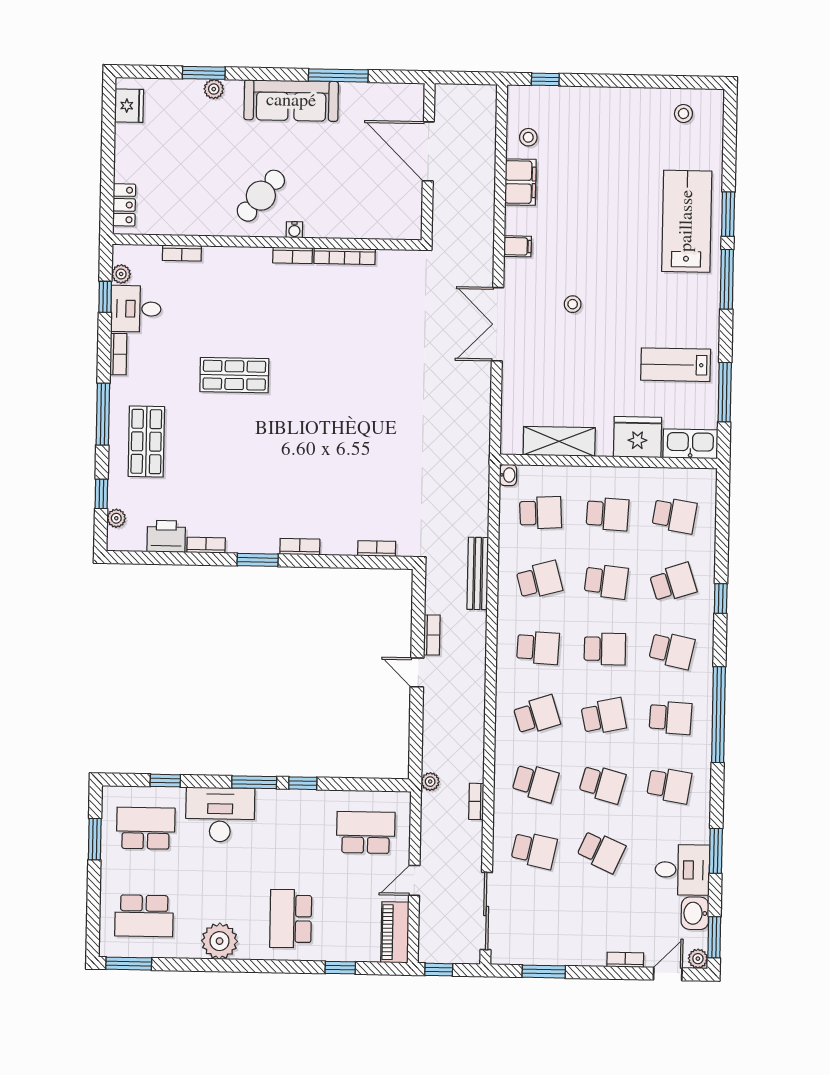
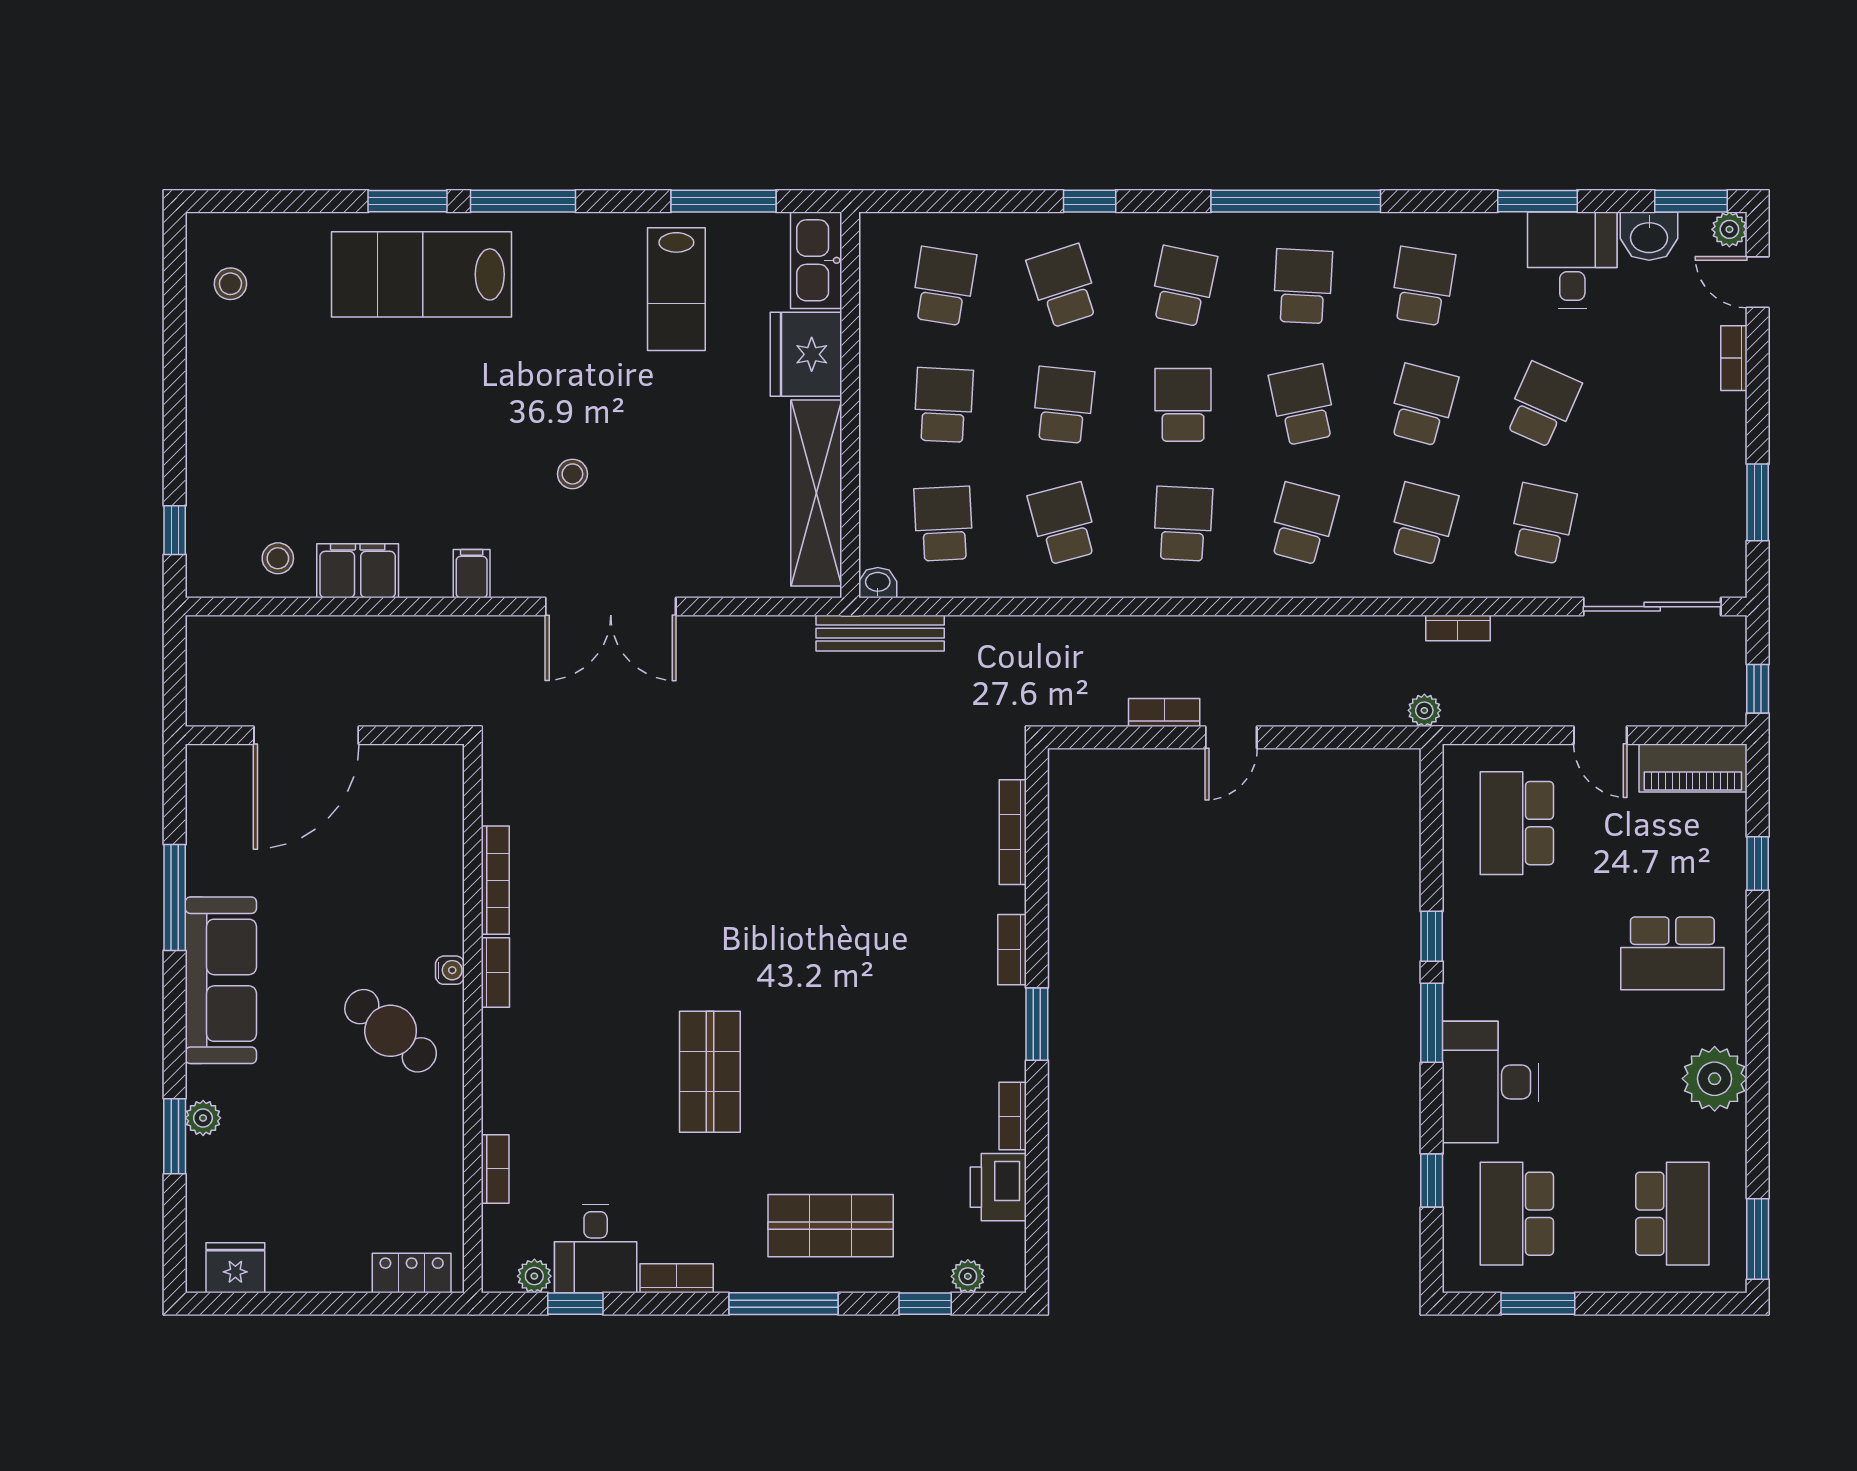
shelving: (559, 441) -> (816, 493), width x1.47
bookcase: (377, 549) -> (1013, 832), width x1.56
bench: (478, 573) -> (880, 633), moved
school desk: (537, 715) -> (1303, 524), turned 33

